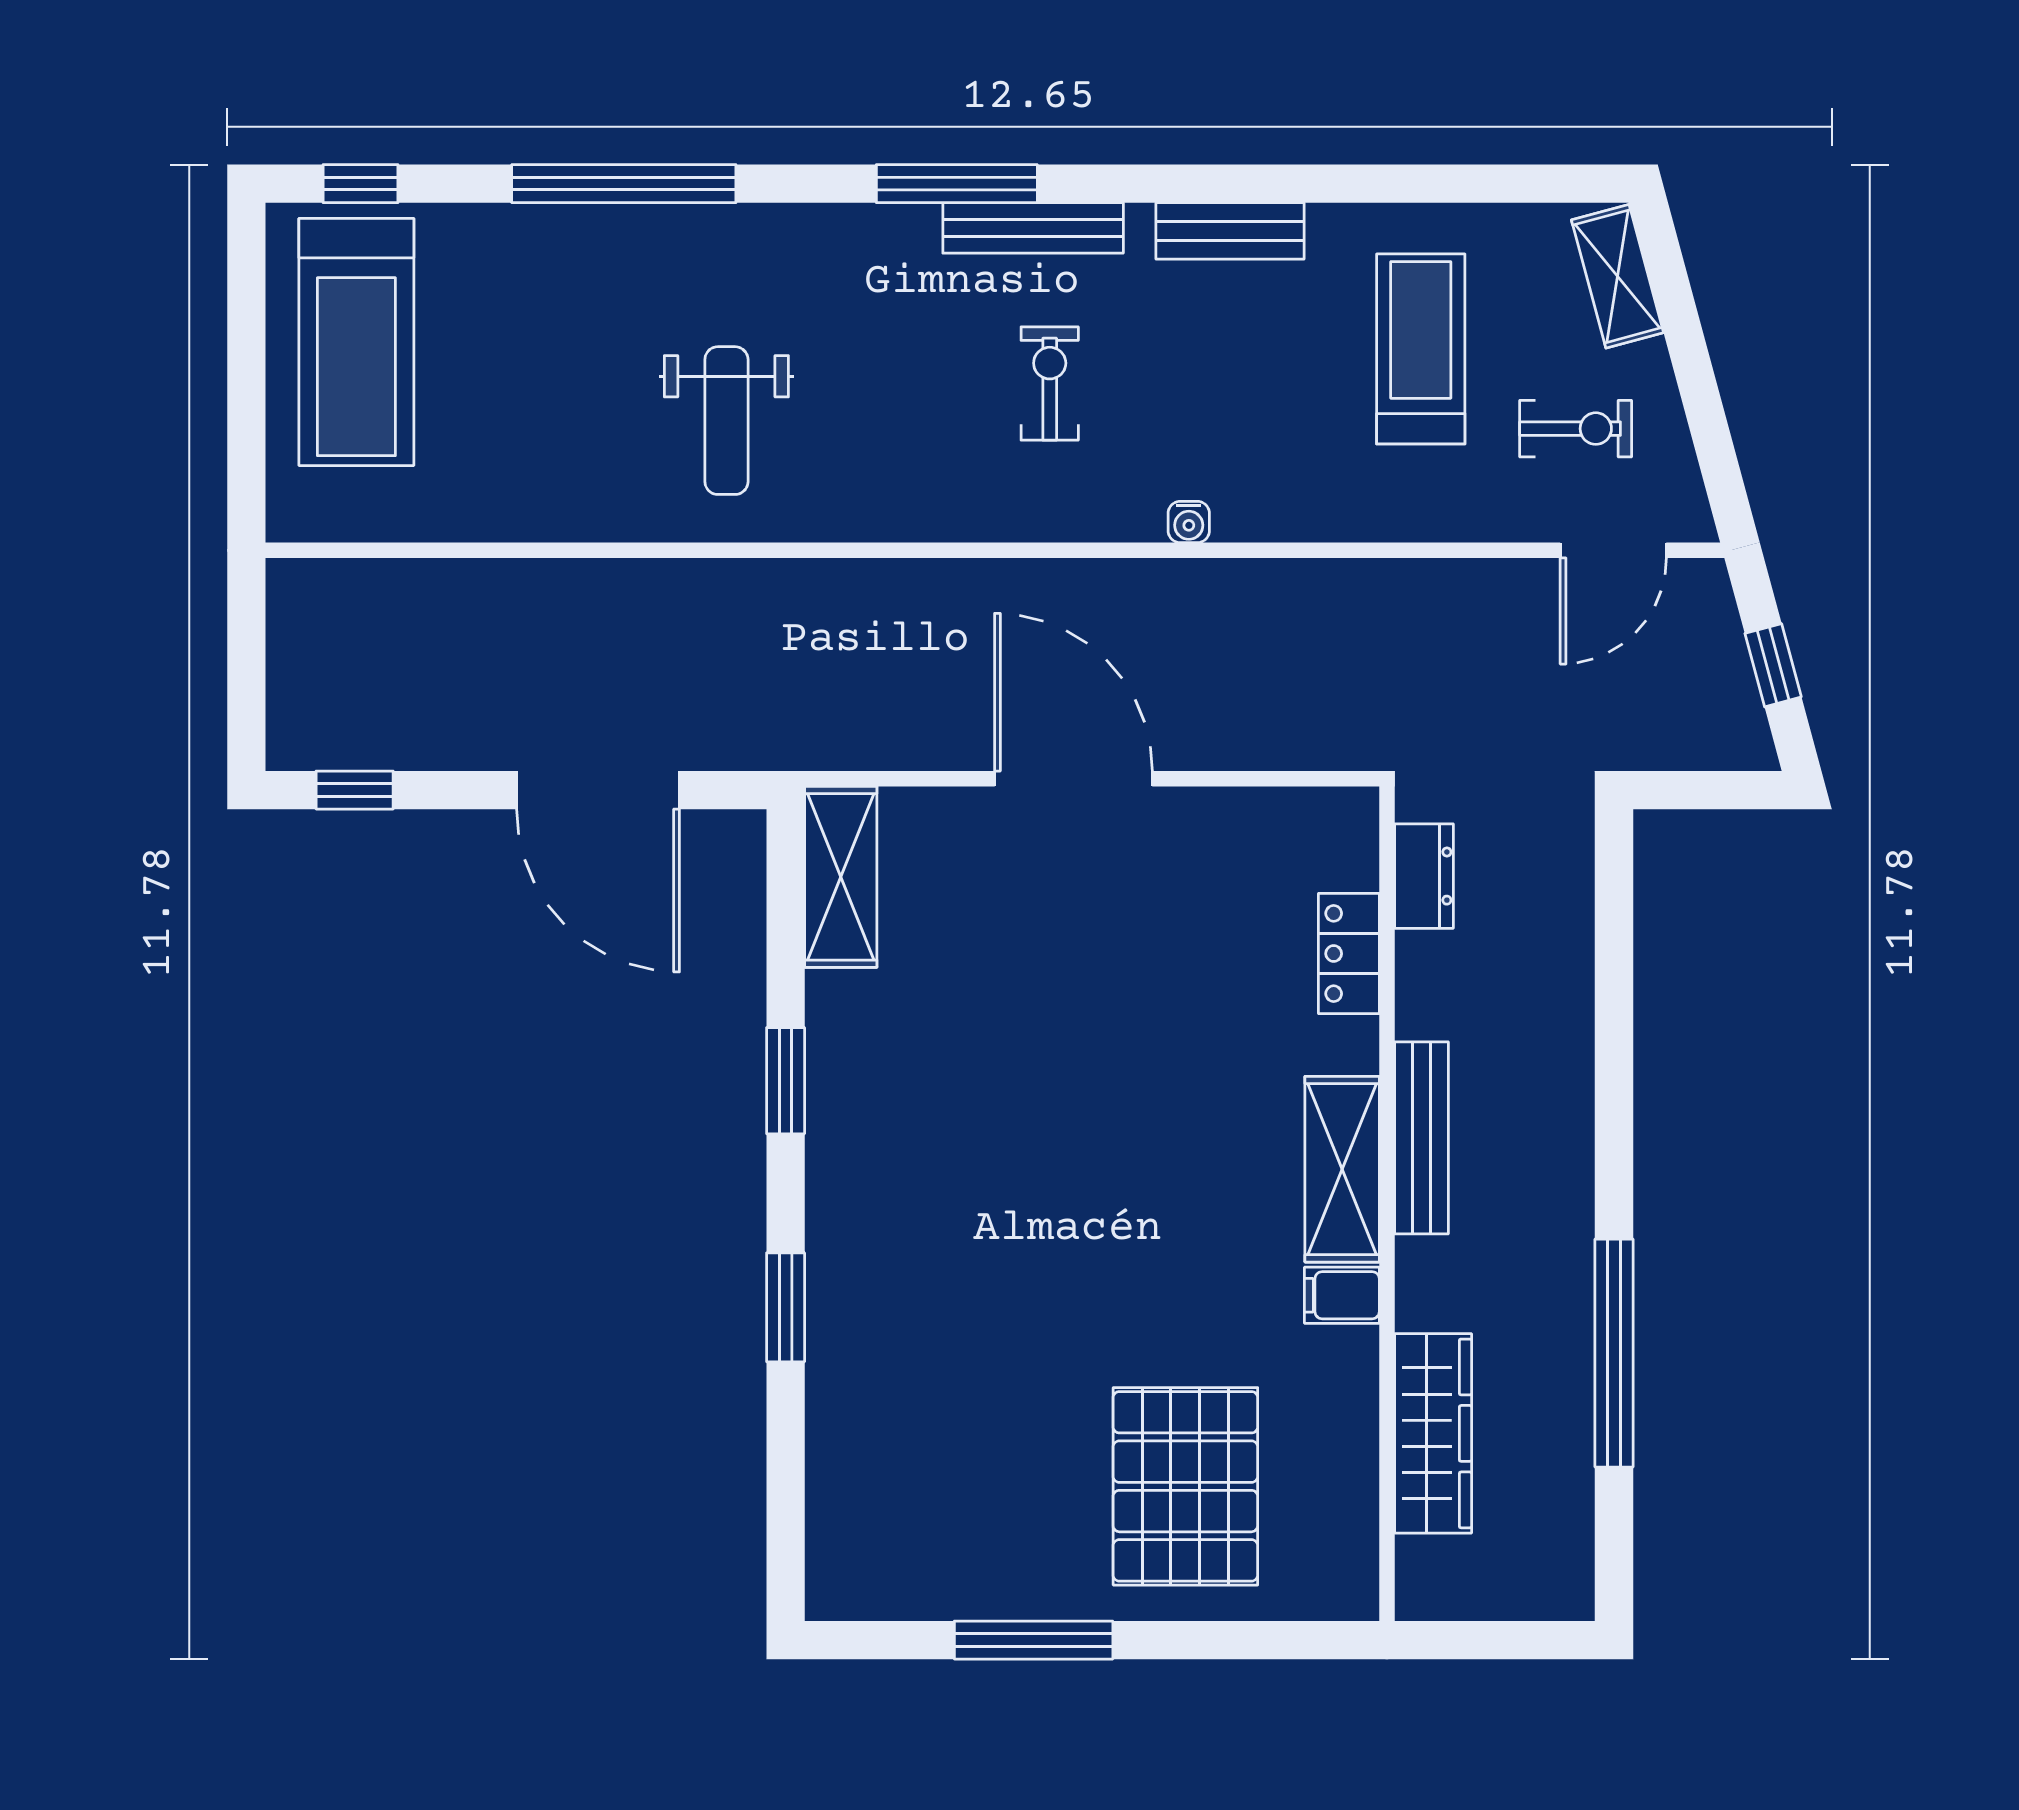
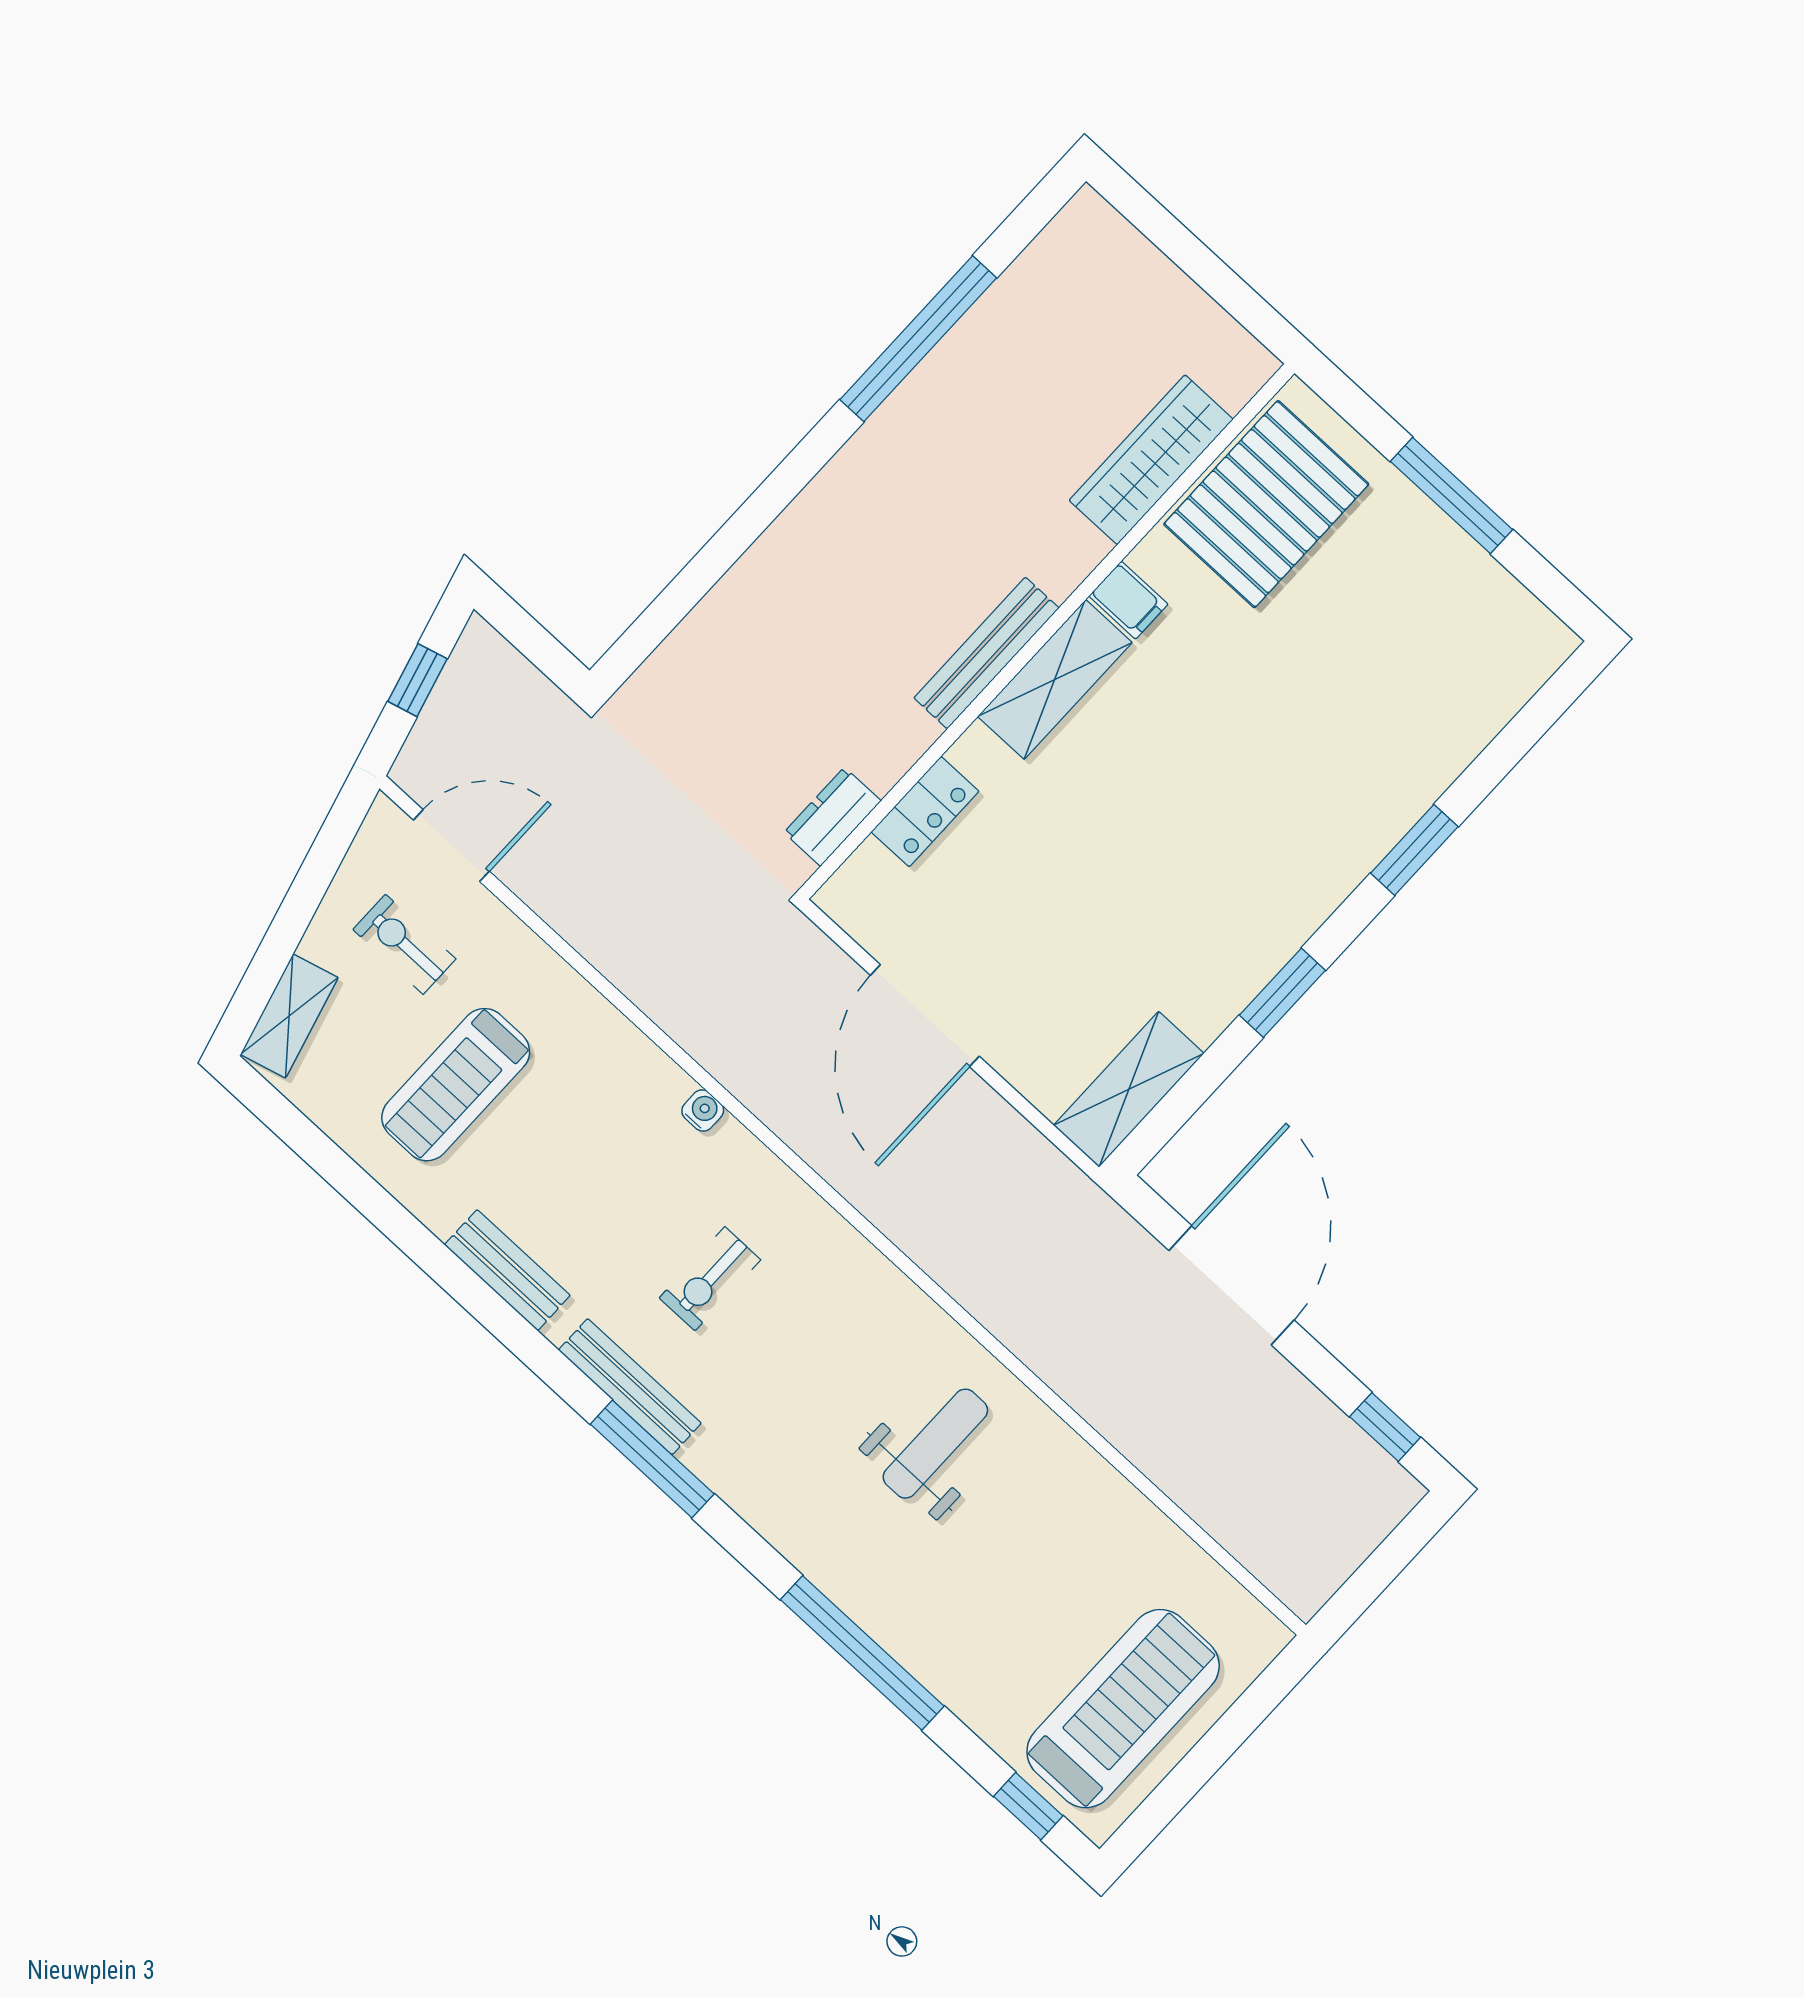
dresser: (1424, 876) -> (833, 817), moved
locker: (1349, 954) -> (925, 812), moved
bench: (1421, 1138) -> (987, 653), moved
shelving: (1342, 1169) -> (1055, 679), moved
wall: (1387, 1204) -> (1047, 632), moved
filing cabinet: (1342, 1295) -> (1128, 600), moved
wardrobe: (1433, 1433) -> (1151, 460), moved

